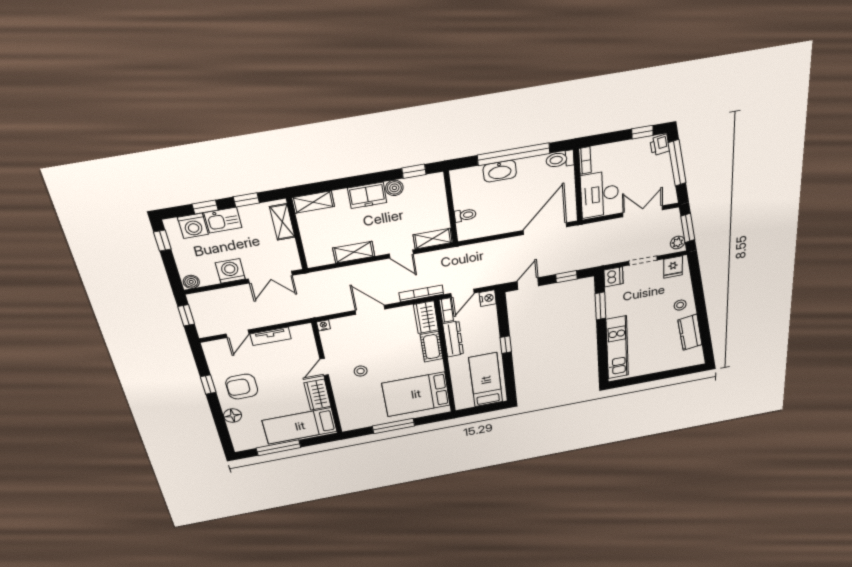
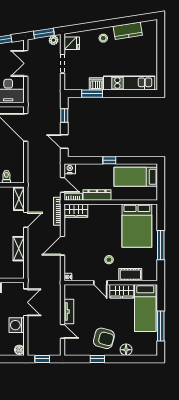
dishwasher: (614, 277) -> (96, 84), moved
cot: (432, 347) -> (130, 275), moved
armchair: (242, 387) -> (104, 338), turned -75

